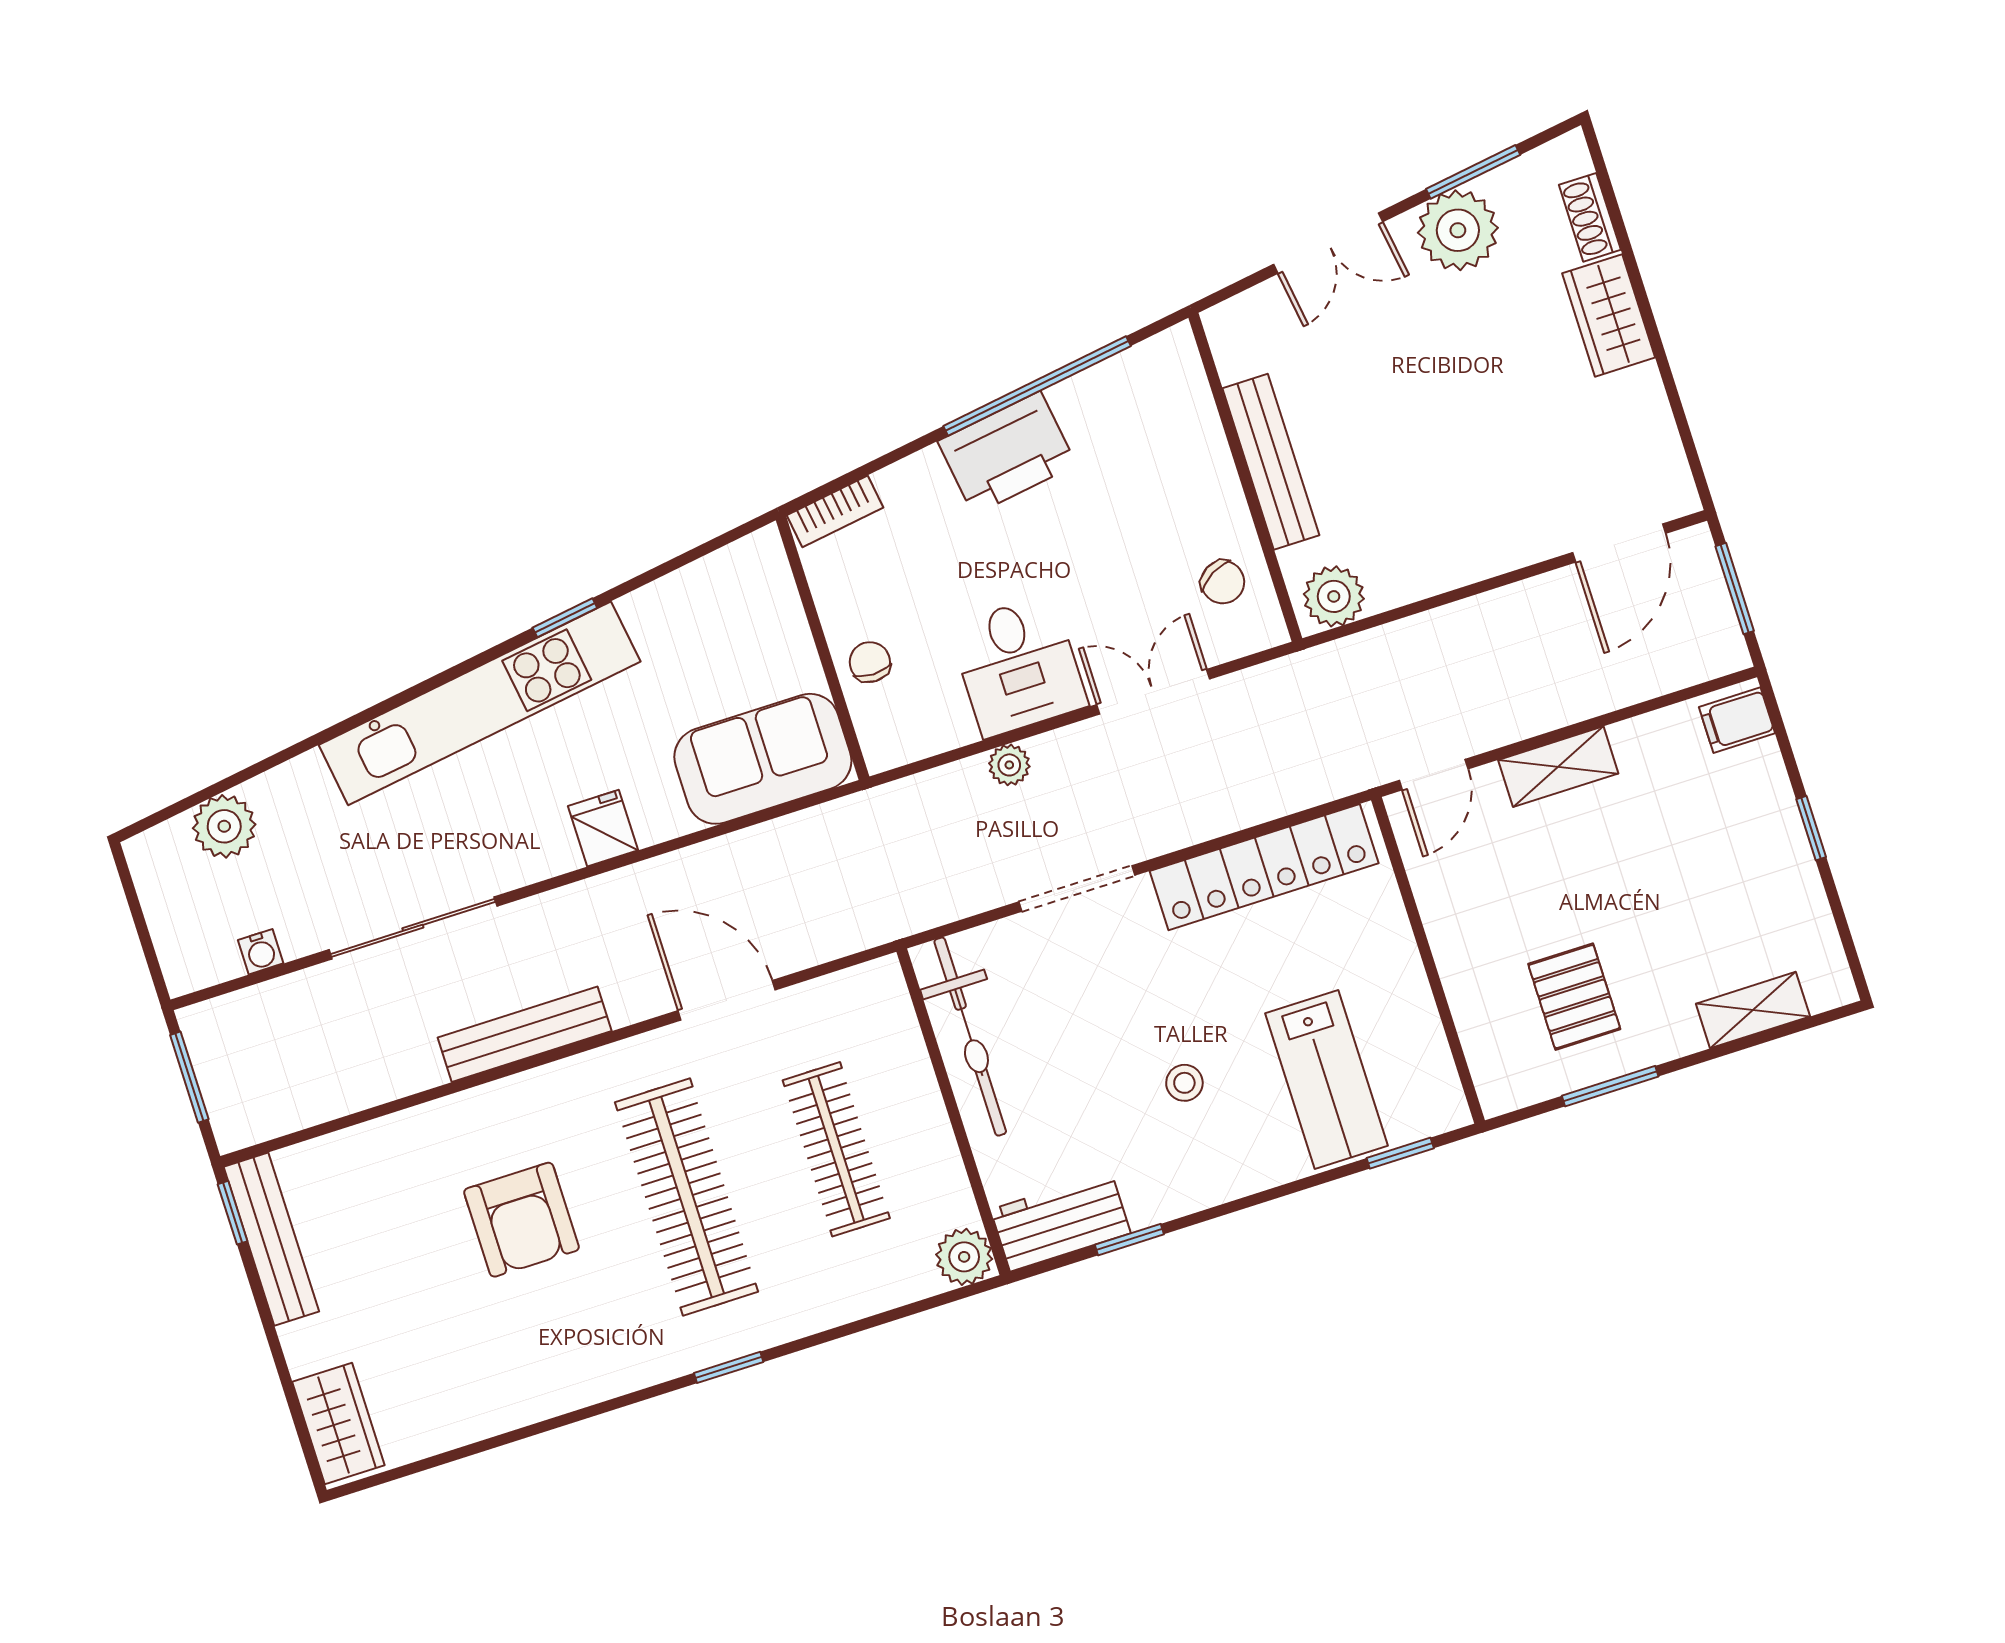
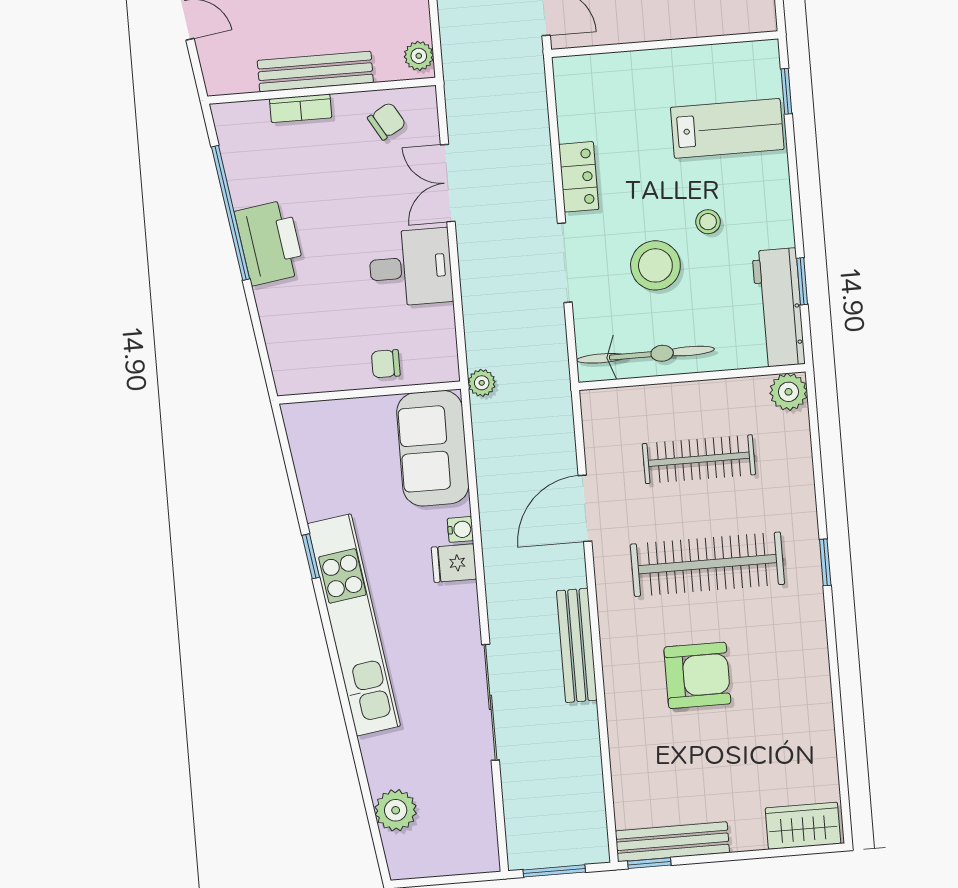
bookcase: (835, 511) -> (301, 108), moved, turned 98
plant: (1334, 596) -> (419, 56), width x0.73, depth x0.73
plant: (1009, 765) -> (482, 383), moved
locker: (1264, 867) -> (579, 177), width x0.46, depth x0.83
water cooler: (261, 952) -> (460, 529), moved
stool: (1103, 1021) -> (655, 265), added
workbench: (1061, 1221) -> (779, 308), width x1.38

